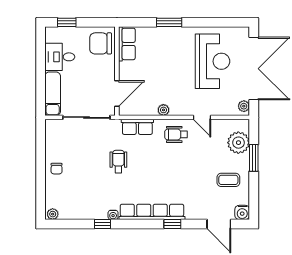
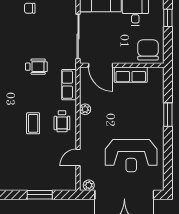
row of seats: (127, 44) -> (131, 75), moved
door: (202, 117) -> (78, 157), moved
wheelchair: (176, 134) -> (62, 121), turned 180
plant: (238, 143) -> (54, 180), removed
coffee table: (228, 180) -> (33, 123), moved

